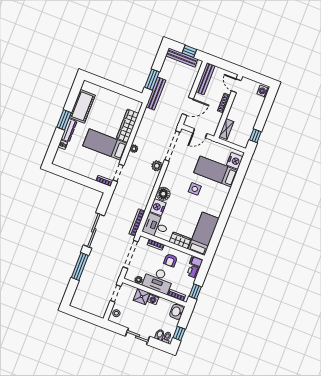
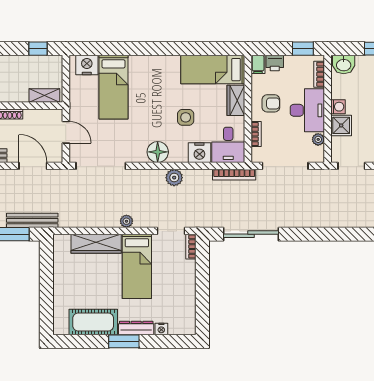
plant: (157, 166) -> (174, 178), moved
side table: (195, 189) -> (186, 117), moved
floor lamp: (163, 194) -> (158, 152), moved
sliding door: (94, 230) -> (251, 234), moved
window: (80, 266) -> (332, 234), removed

